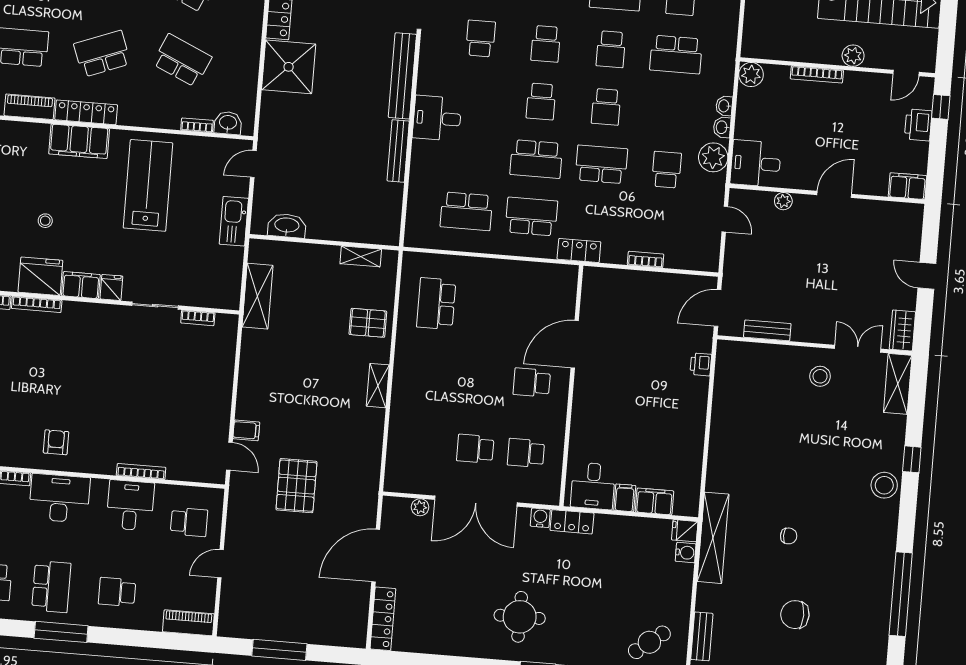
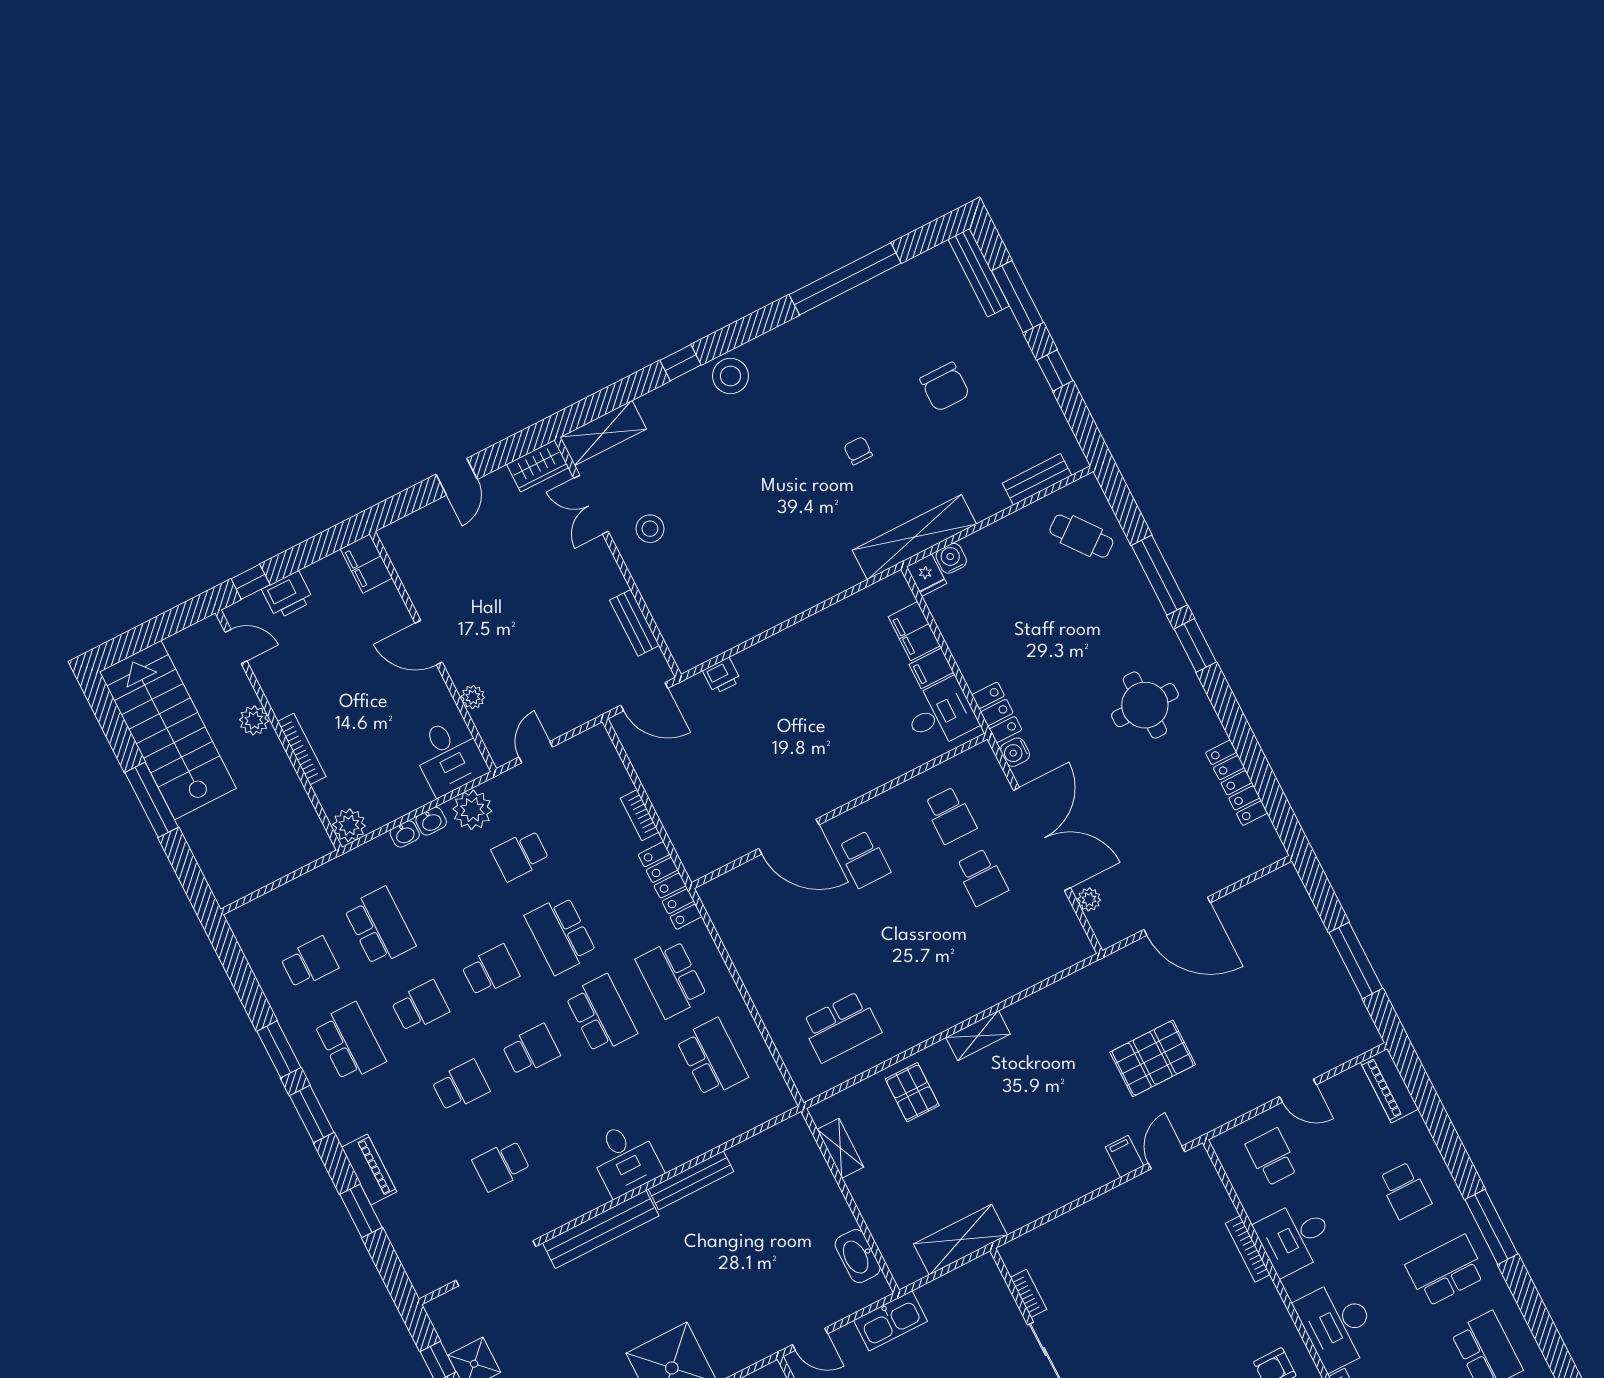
locker: (579, 250) -> (670, 886), width x1.53
locker: (383, 619) -> (1237, 783), moved, turned -90

